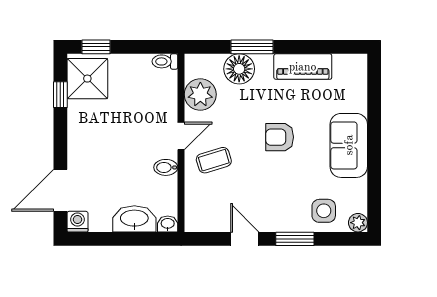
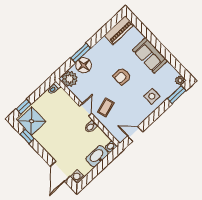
piano: (303, 67) -> (119, 30), moved
plant: (200, 94) -> (70, 79), moved
side table: (324, 211) -> (152, 96), moved
door: (245, 239) -> (135, 134), moved
window: (295, 239) -> (177, 95), moved

